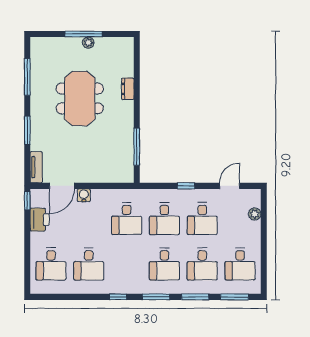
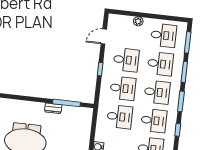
dresser: (128, 89) -> (53, 108), moved
door: (230, 186) -> (104, 36), hinge flipped
plant: (255, 214) -> (138, 21), moved
desk: (127, 264) -> (154, 121), added

